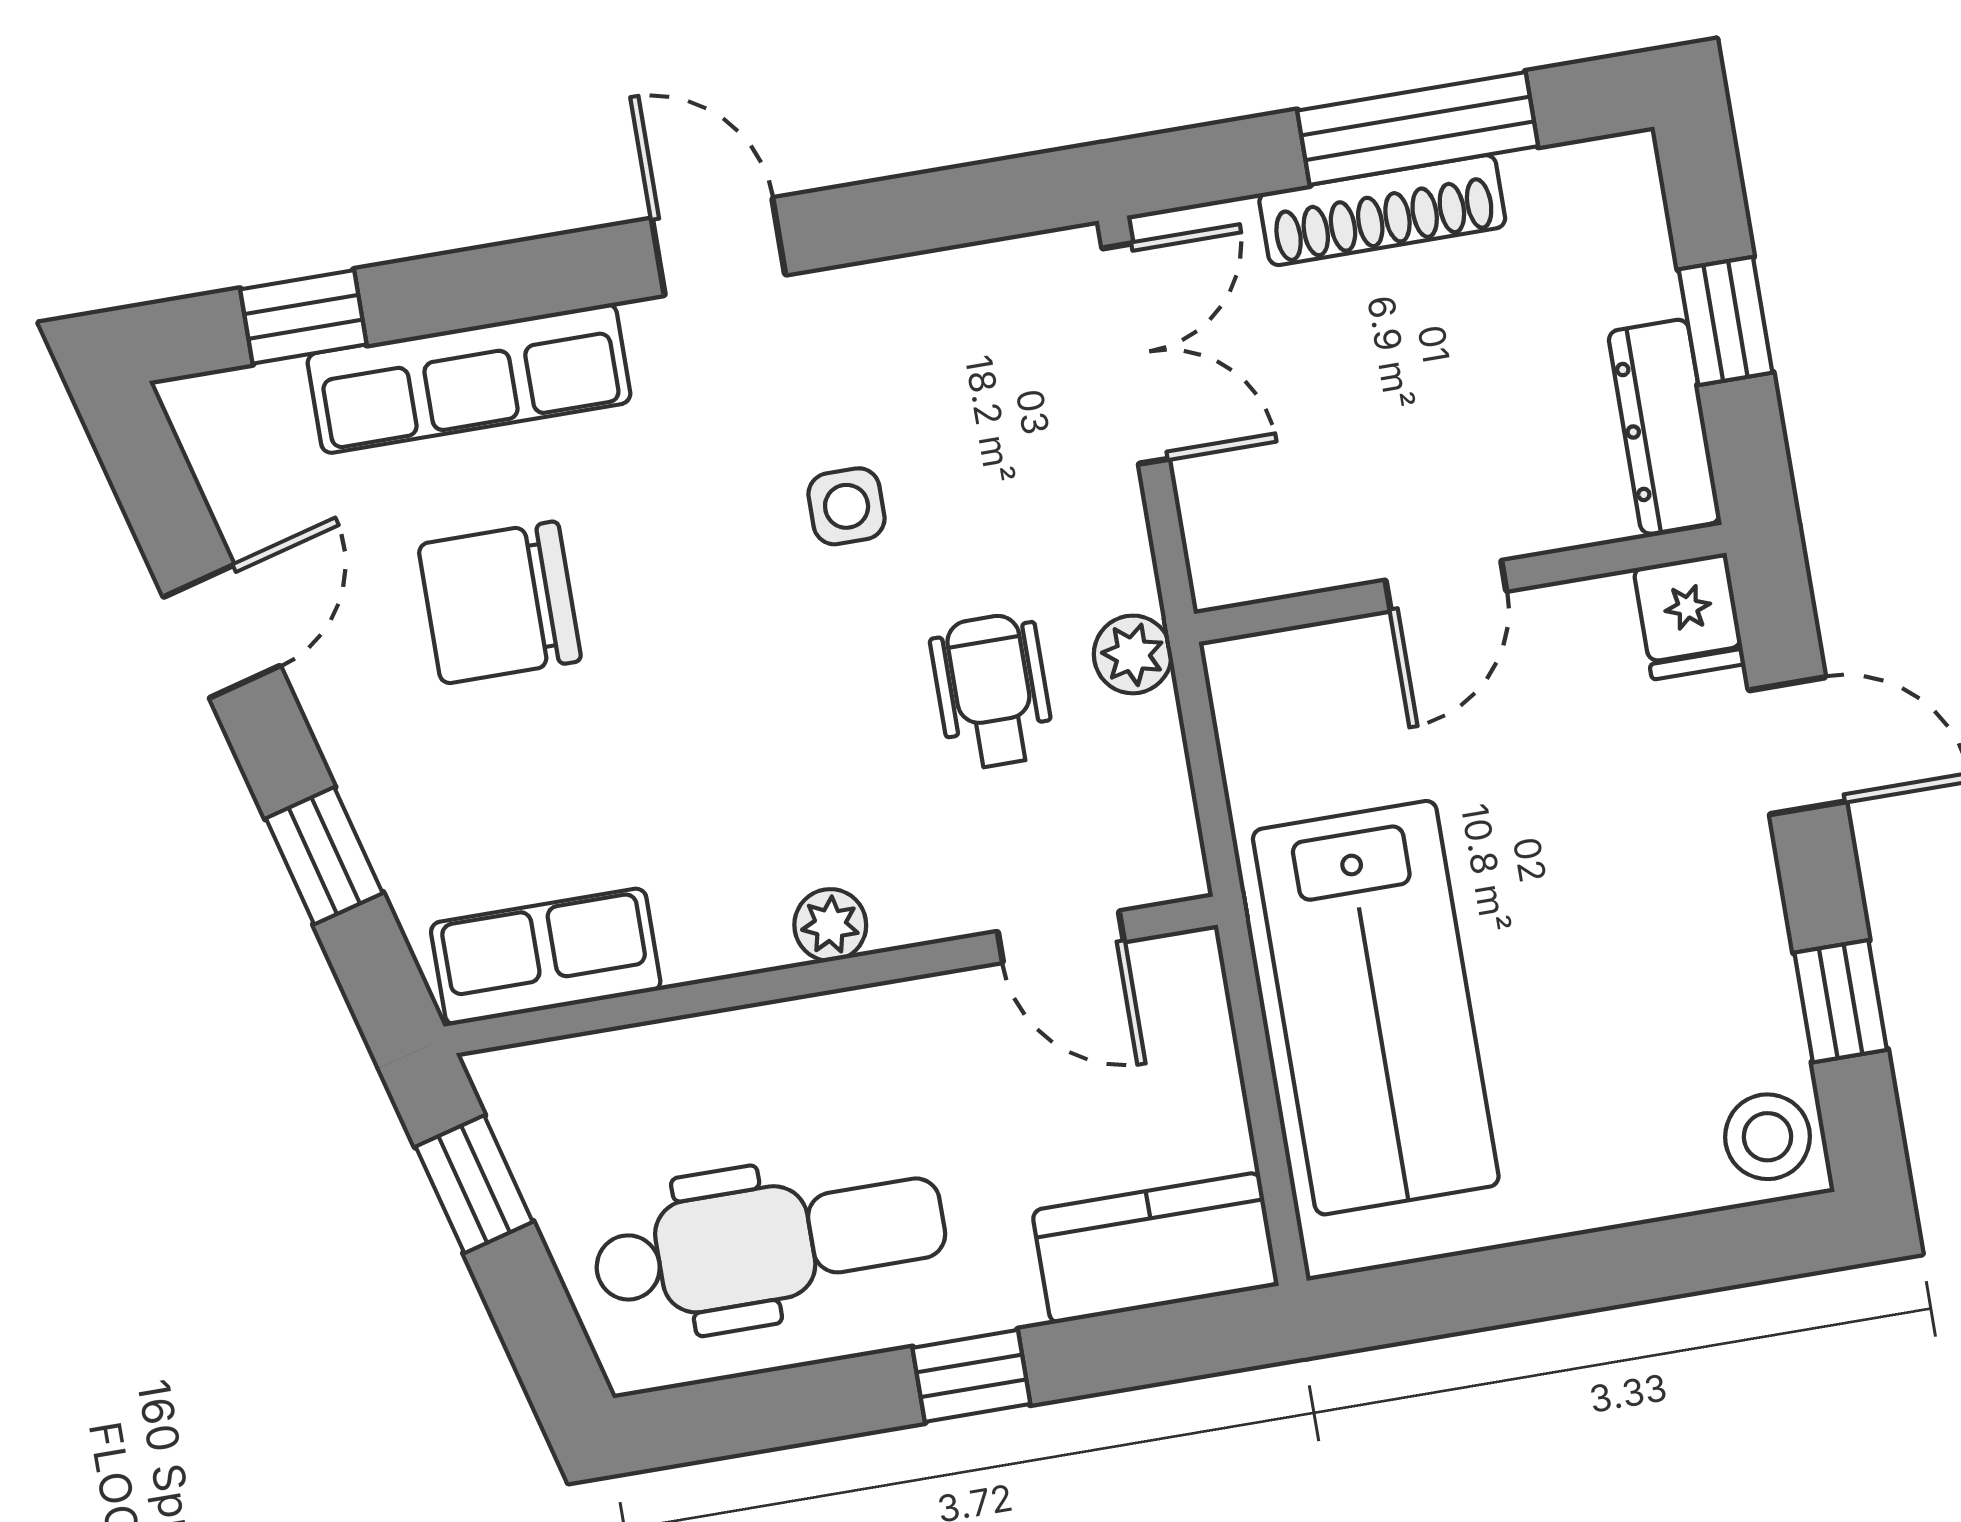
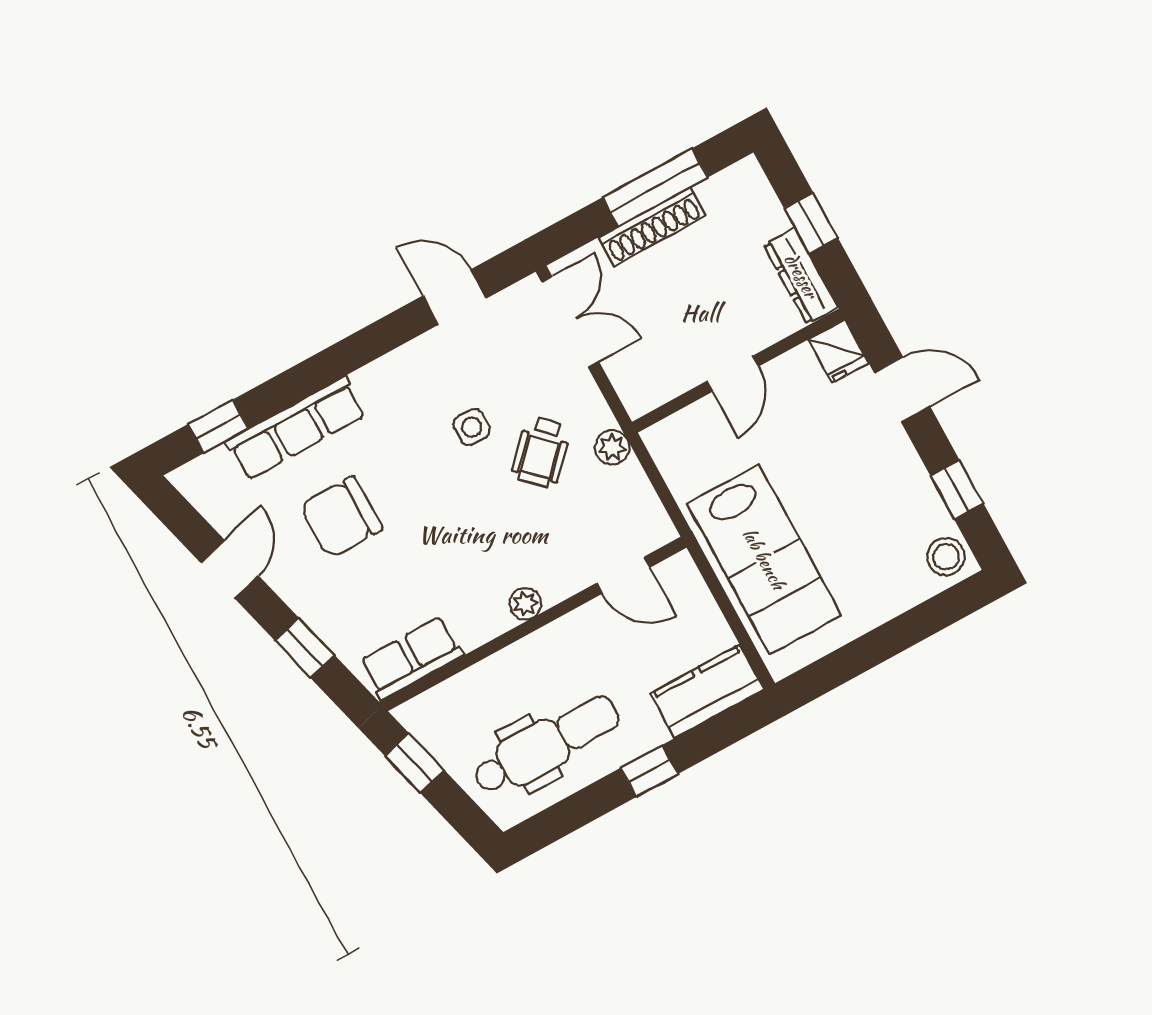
door: (719, 247) -> (455, 297), moved
wheelchair: (992, 691) -> (541, 452), moved, turned -136

